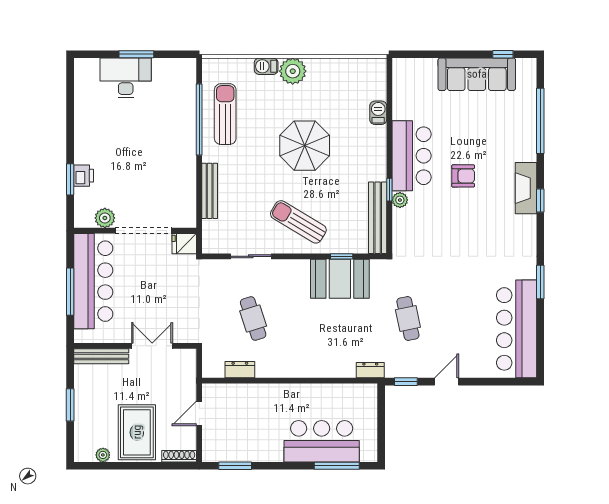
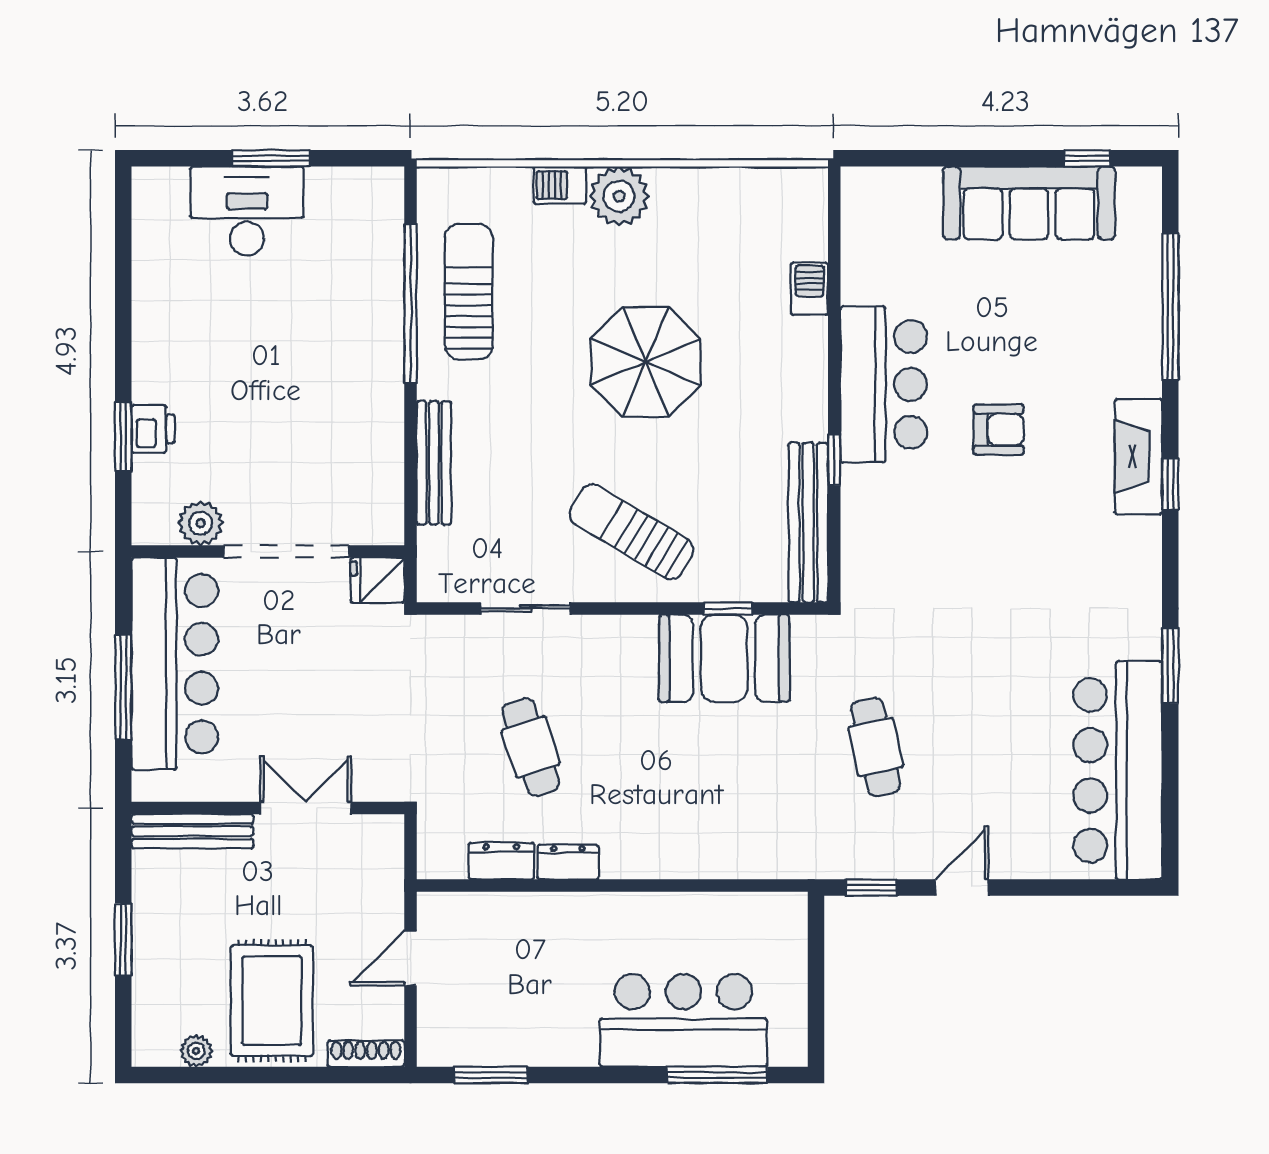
plant: (400, 200) -> (858, 483), removed
dresser: (370, 370) -> (568, 862), moved

